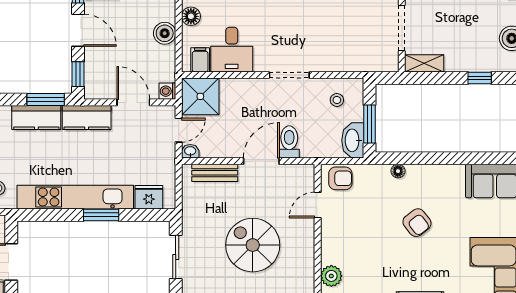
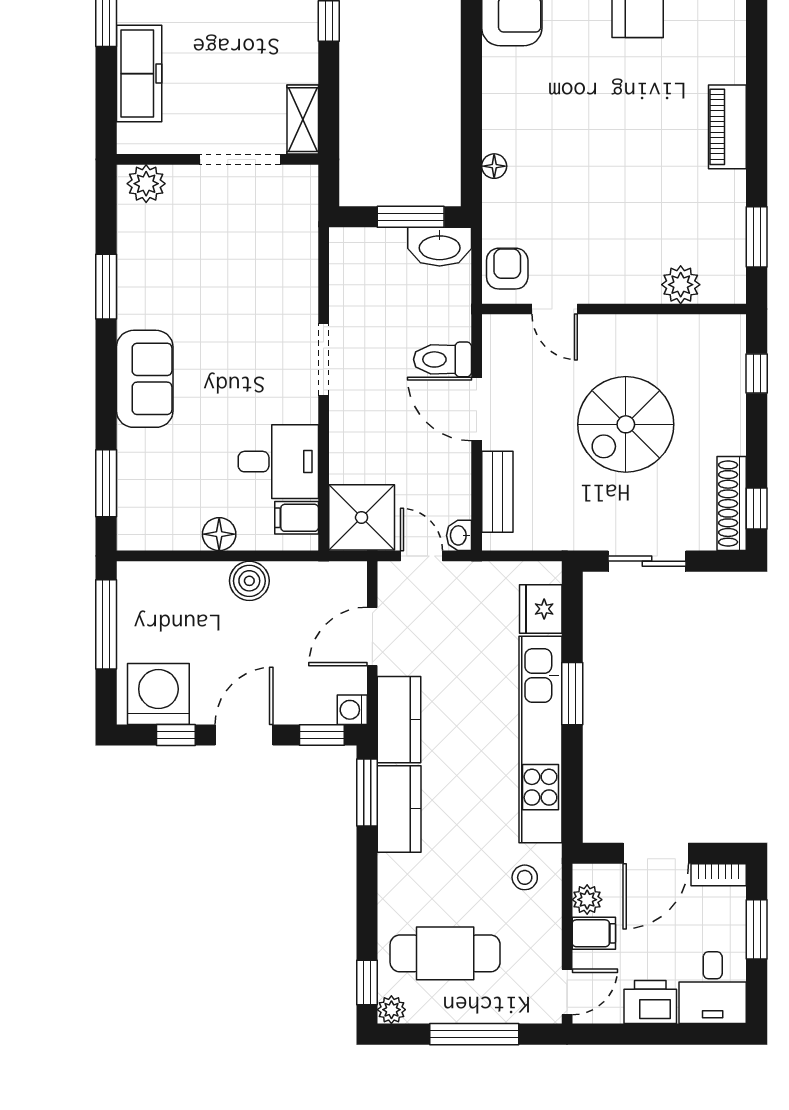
washing machine: (167, 91) -> (352, 710), moved, turned 90
stool: (337, 100) -> (368, 275), removed
armchair: (417, 223) -> (586, 132), removed

